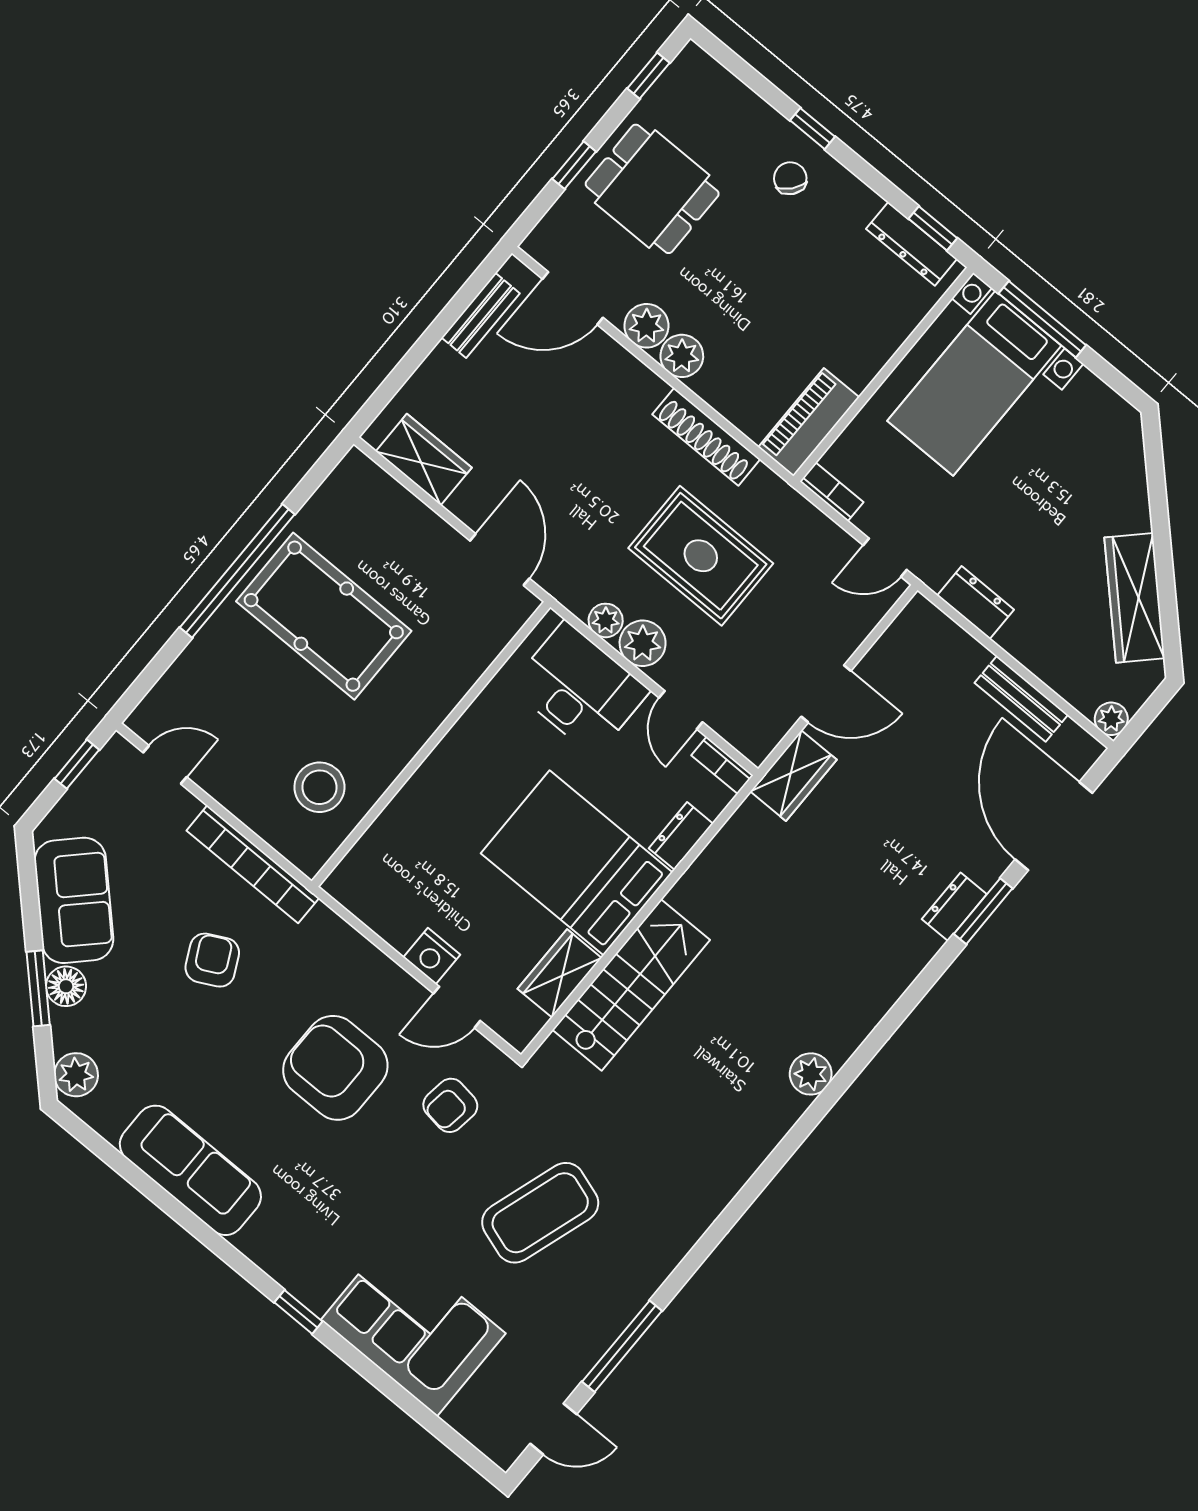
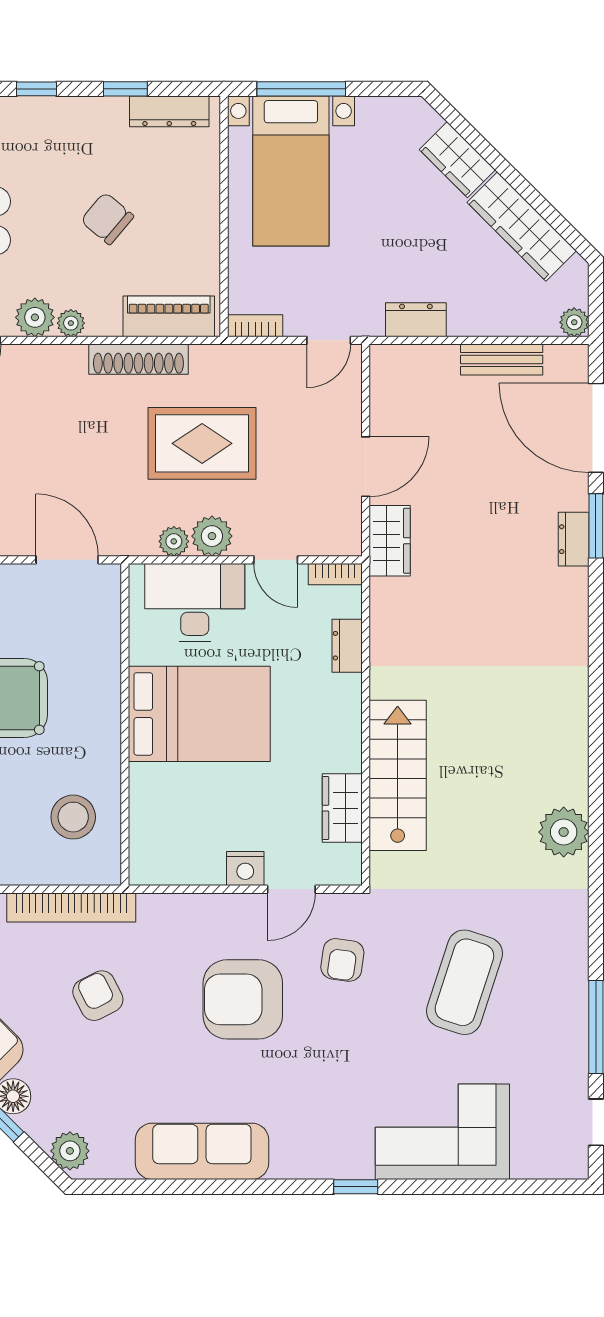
chair: (790, 178) -> (107, 218), moved, width x1.37, depth x1.37
window: (933, 228) -> (125, 89), moved
plant: (682, 356) -> (71, 323), width x0.73, depth x0.73
piano: (809, 422) -> (169, 316), moved, turned 90
wardrobe: (1127, 493) -> (457, 160), added
bed: (577, 863) -> (199, 714), moved, turned 180
plant: (811, 1074) -> (564, 832), moved, width x1.36, depth x1.36

